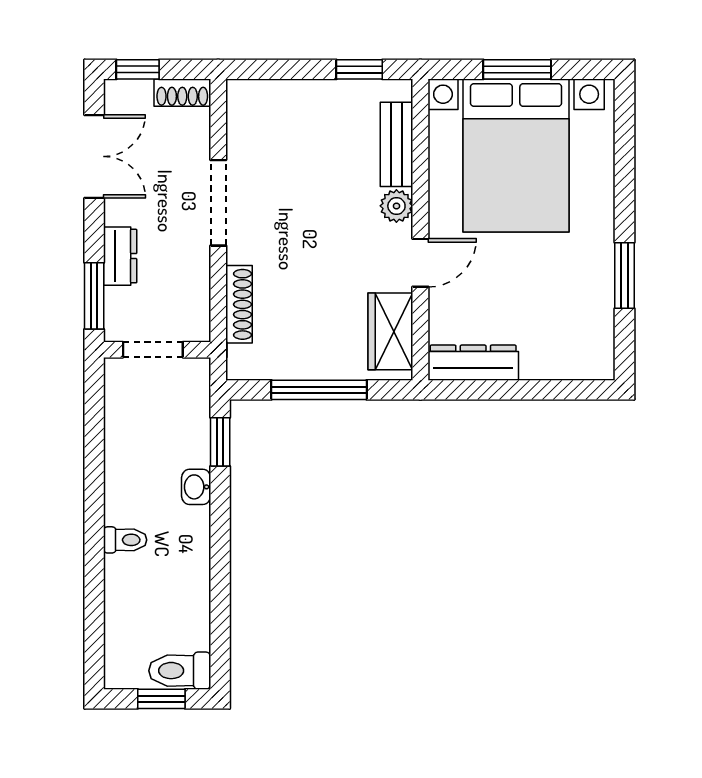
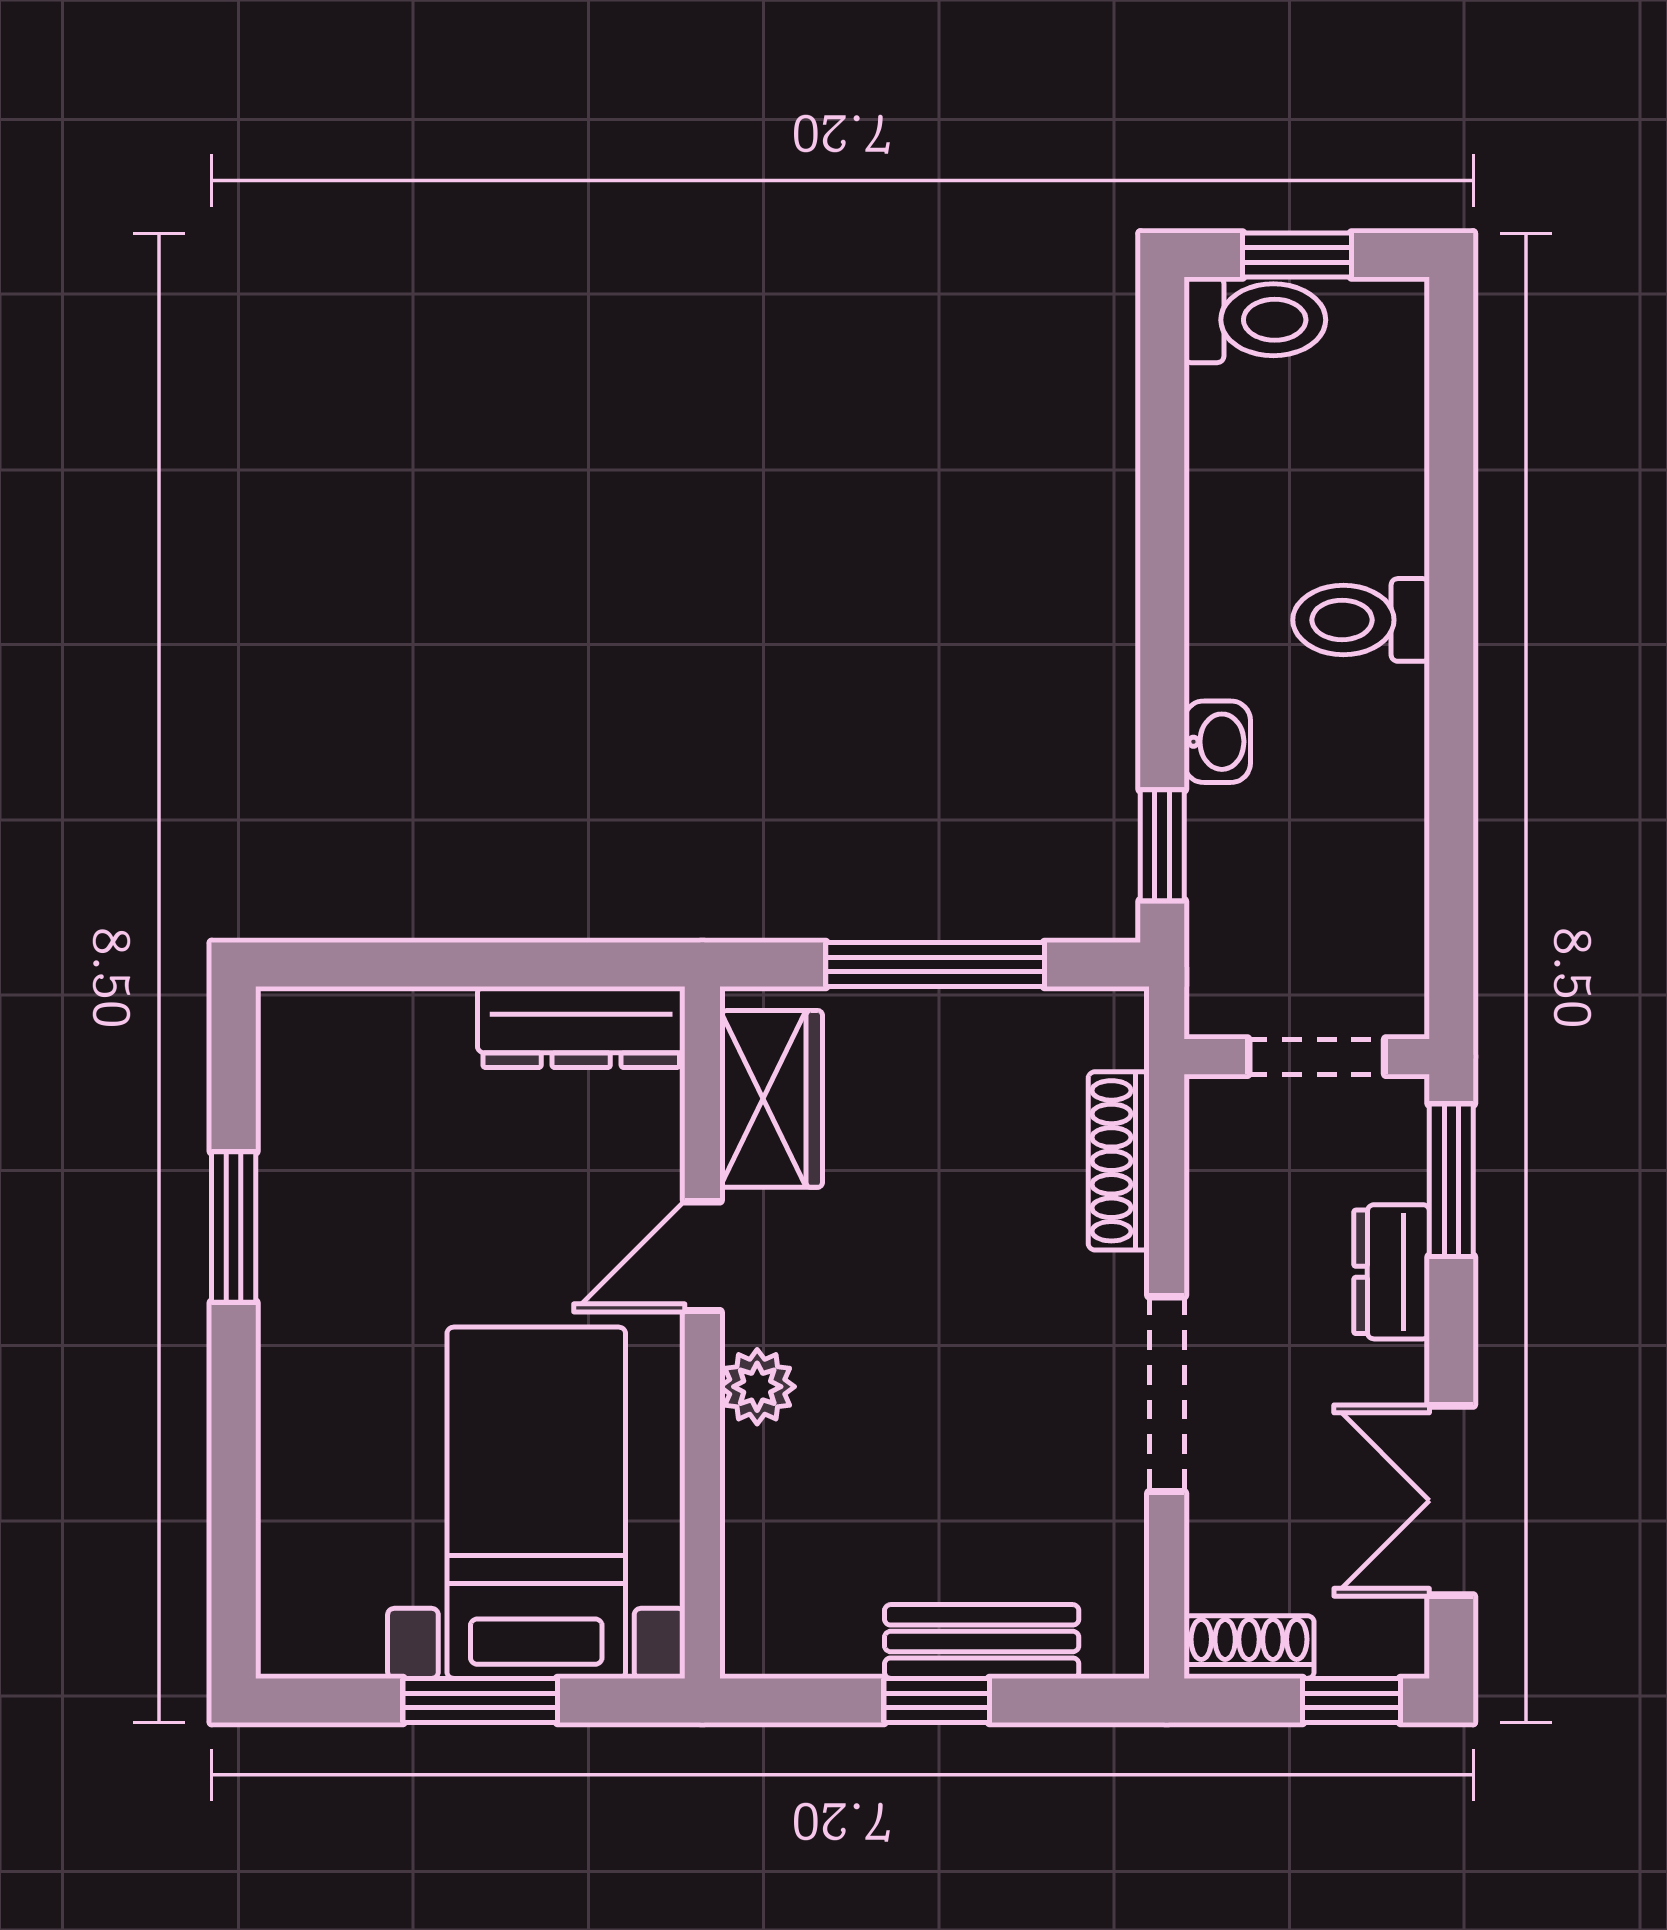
window: (359, 69) -> (937, 1700), moved
bench: (397, 144) -> (982, 1641), moved, turned 90
bed with nightstands: (516, 155) -> (536, 1503), width x0.73
toilet: (125, 540) -> (1361, 620), width x1.37, depth x1.39

